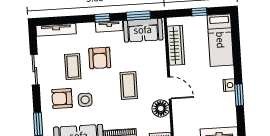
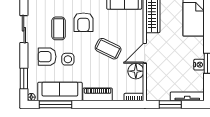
coffee table: (129, 85) -> (108, 49), turned -64
nightstand: (229, 85) -> (199, 65), moved
door: (169, 88) -> (145, 53), swing flipped

